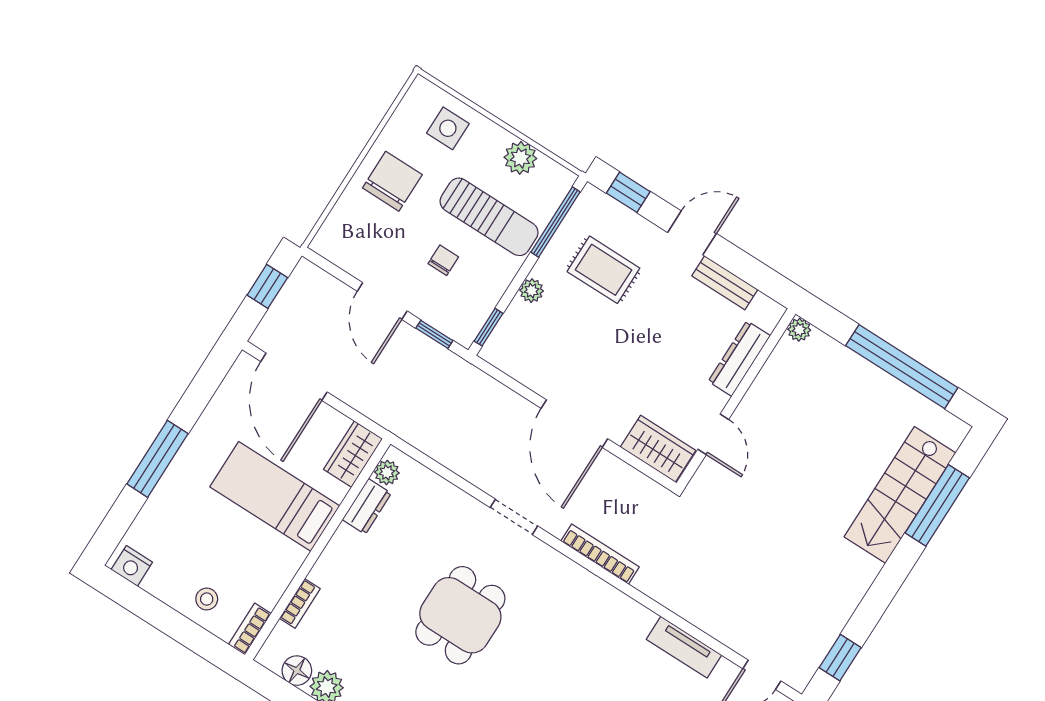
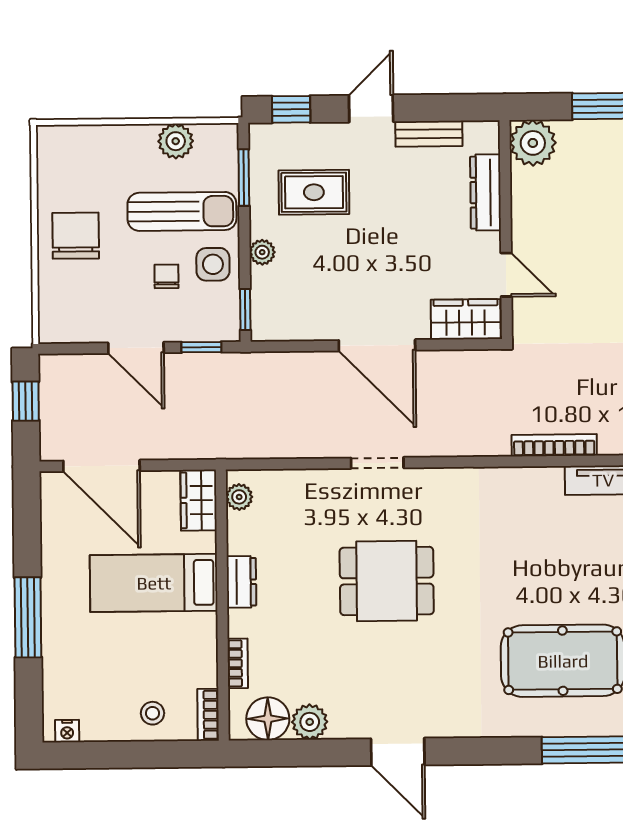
side table: (448, 128) -> (213, 264), moved
window: (556, 222) -> (244, 178), width x0.69
plant: (799, 330) -> (533, 143), width x1.88, depth x1.88
dresser: (367, 506) -> (241, 582), moved
bookcase: (600, 554) -> (554, 445), moved
nightstand: (132, 566) -> (67, 731), width x0.72, depth x0.74
dining table: (460, 615) -> (387, 581), turned 90
floor lamp: (297, 671) -> (268, 719), width x1.38, depth x1.38

